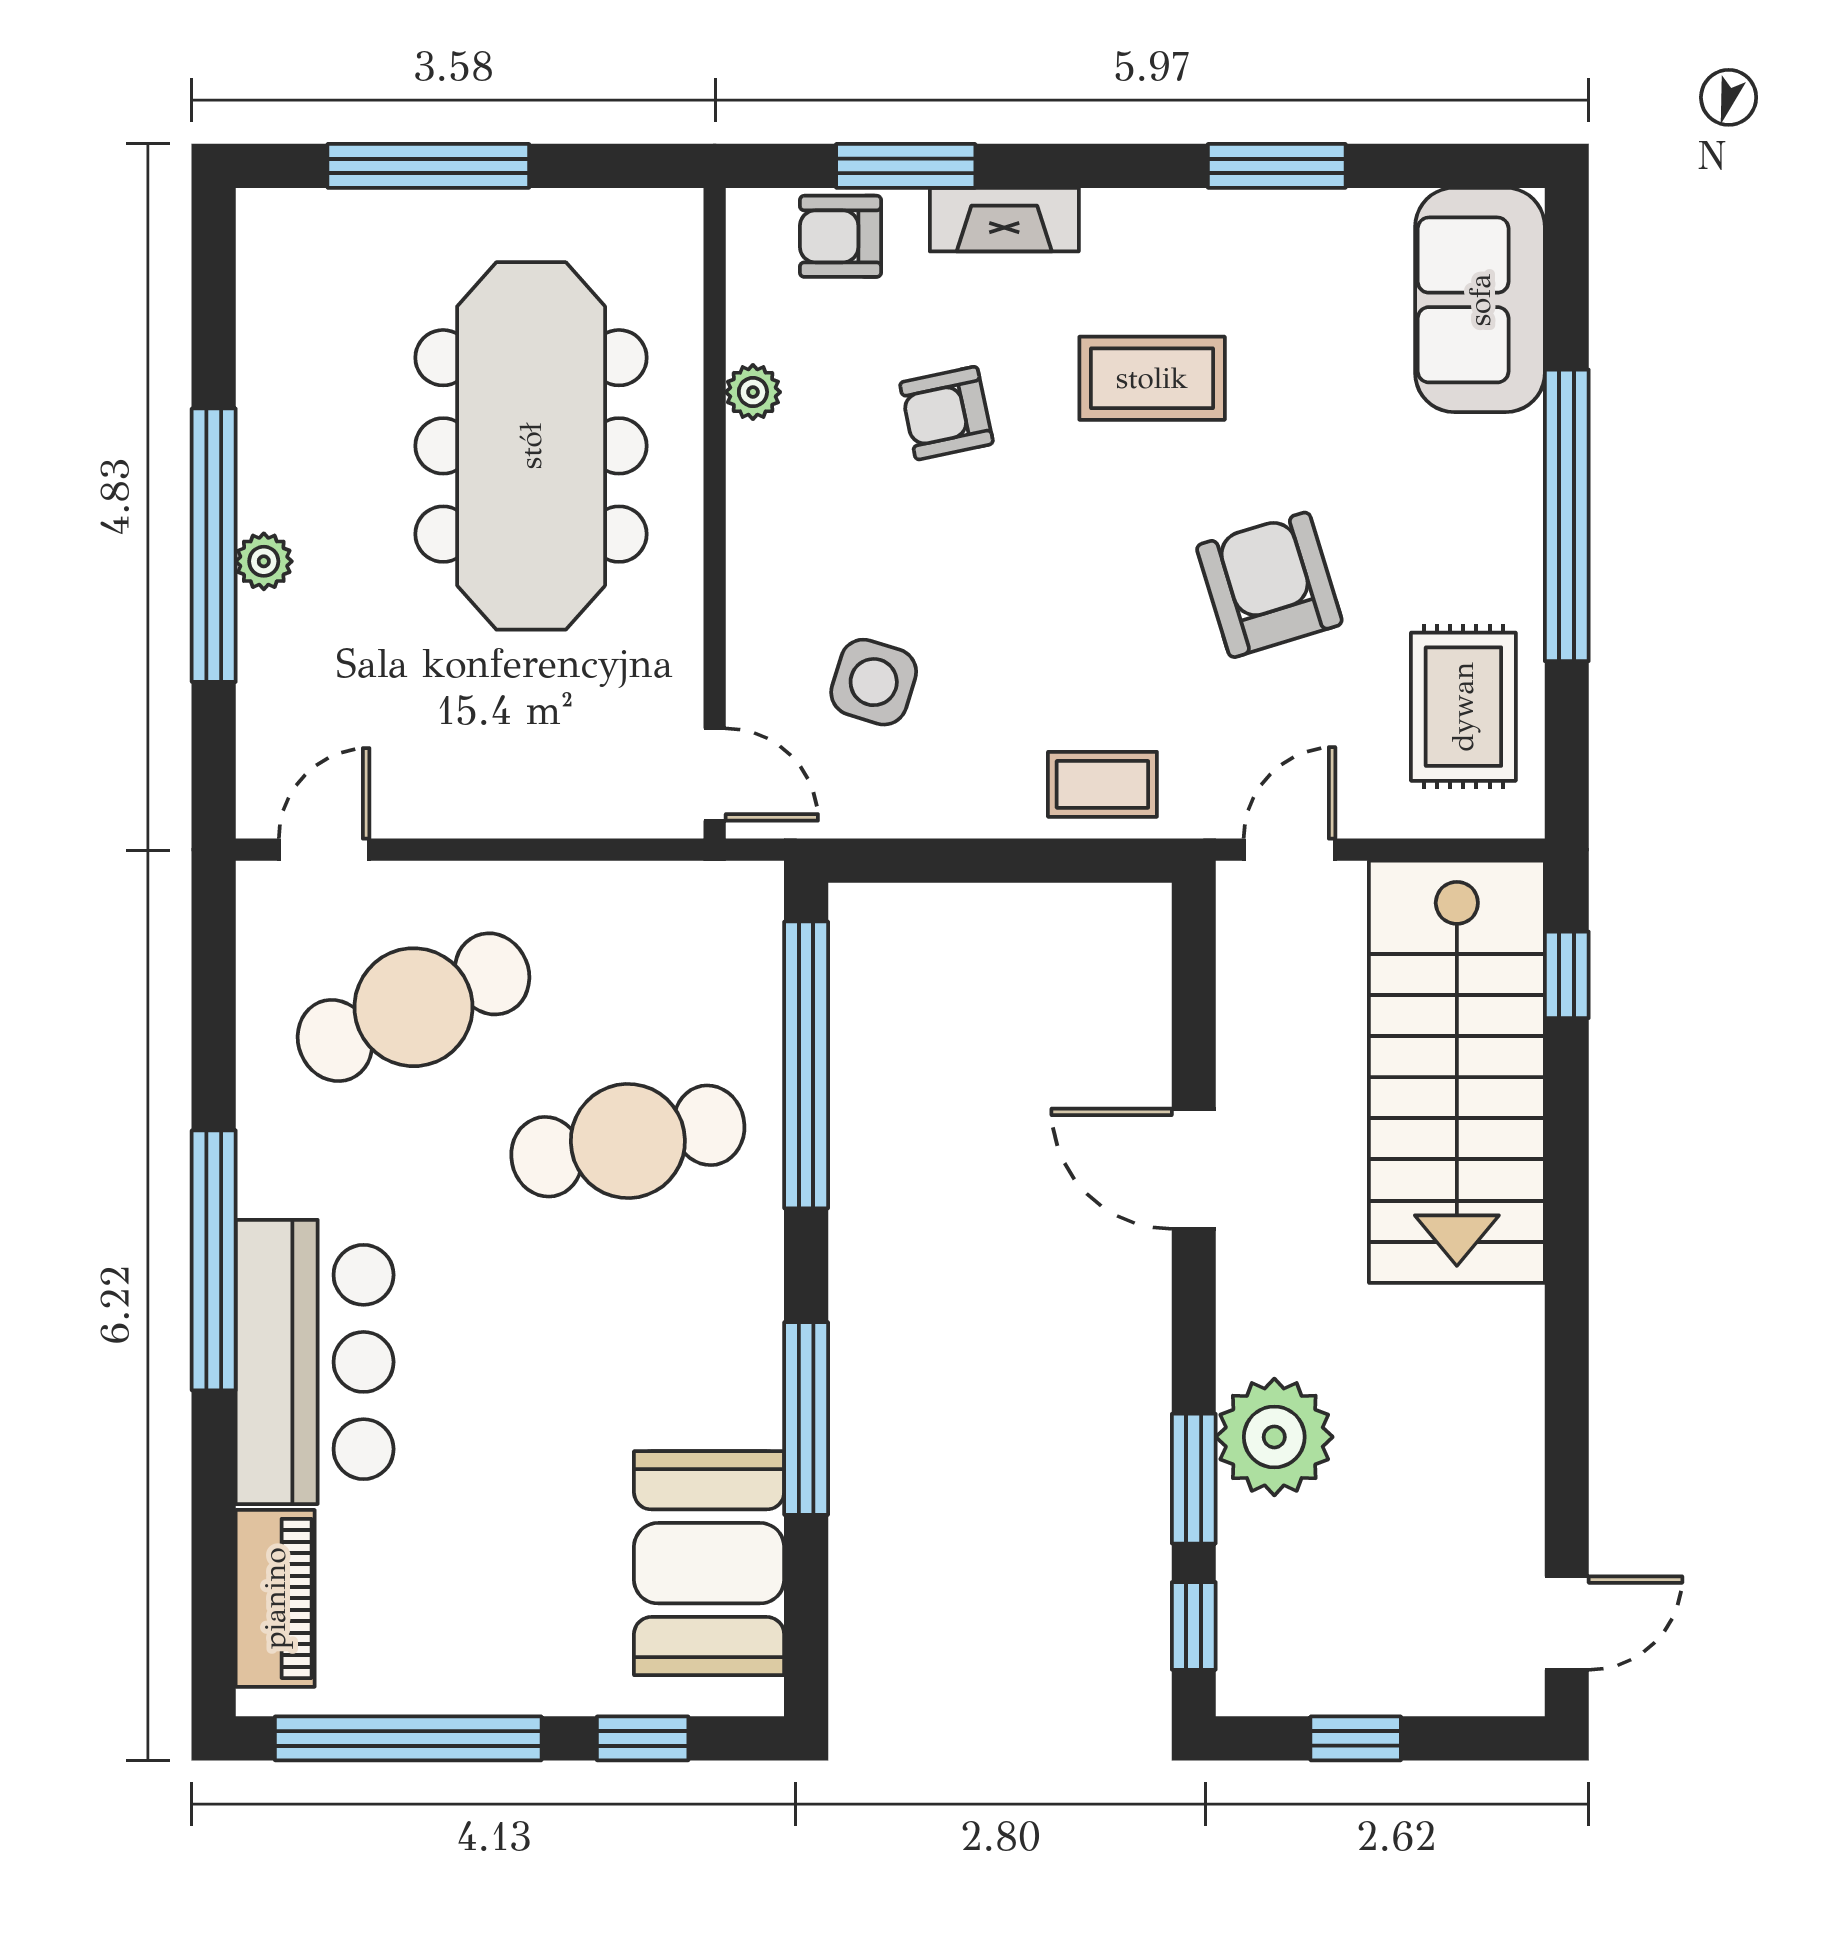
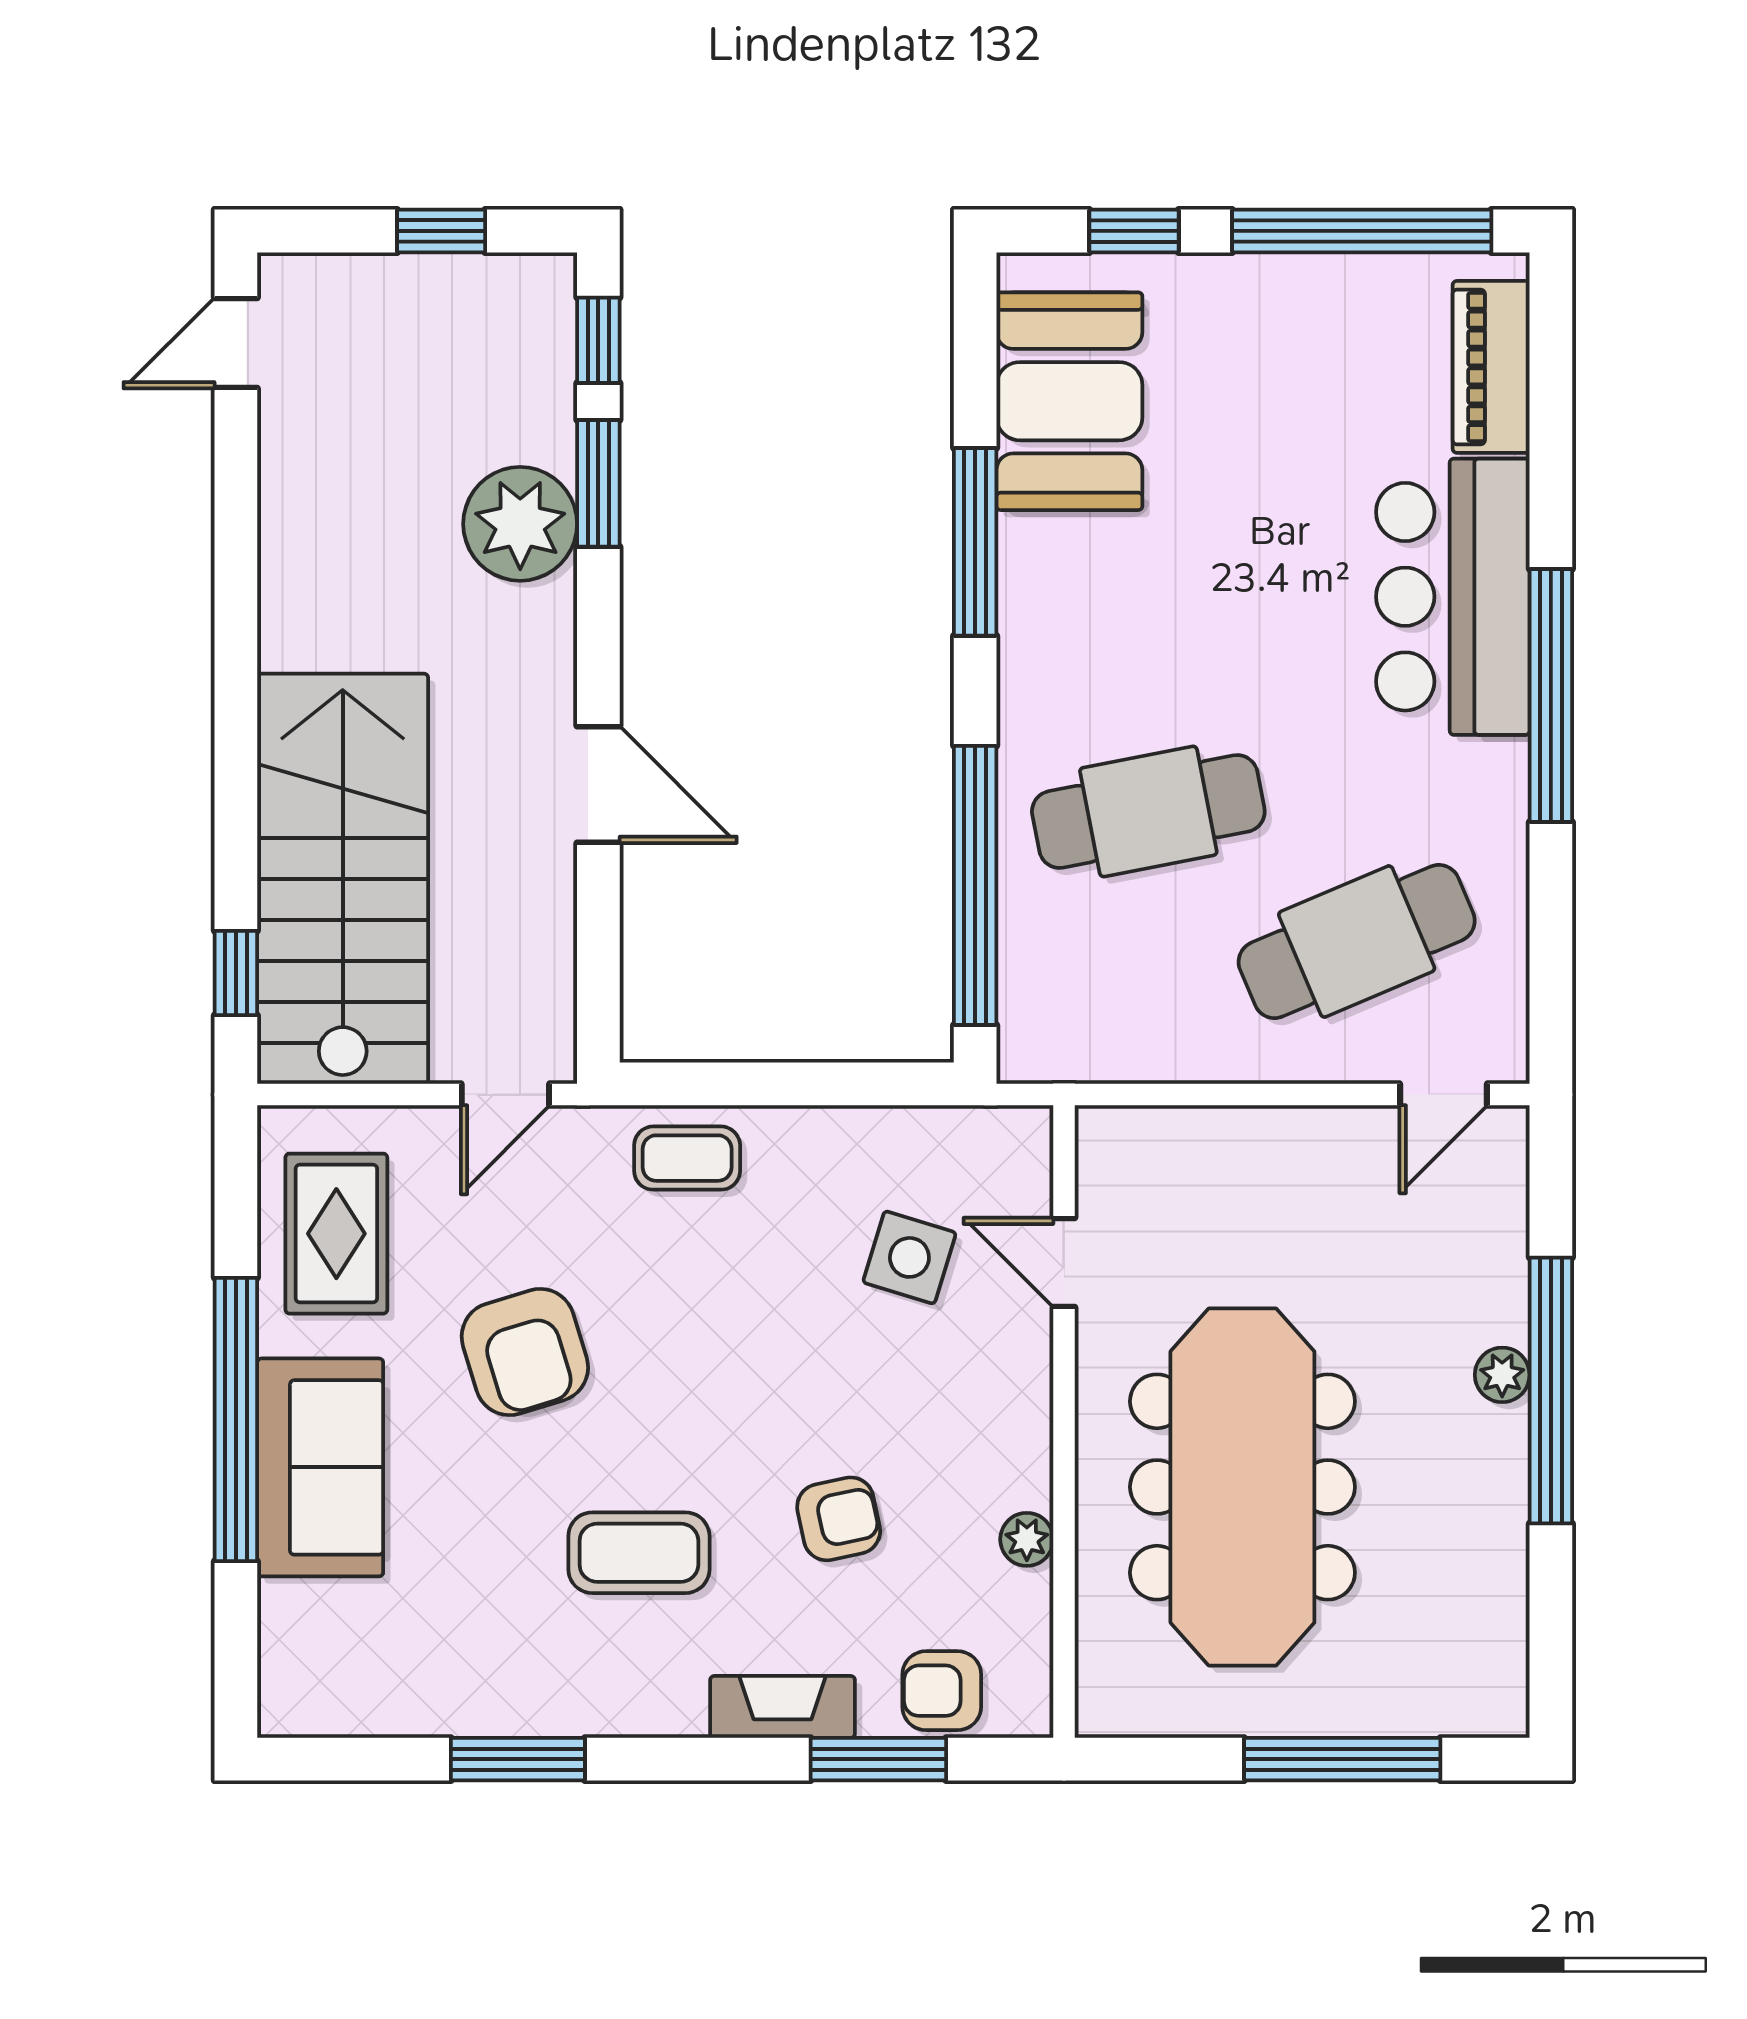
armchair: (840, 236) -> (942, 1691), turned 180
sofa: (1480, 300) -> (320, 1467), moved
door: (715, 775) -> (1064, 1263), moved

